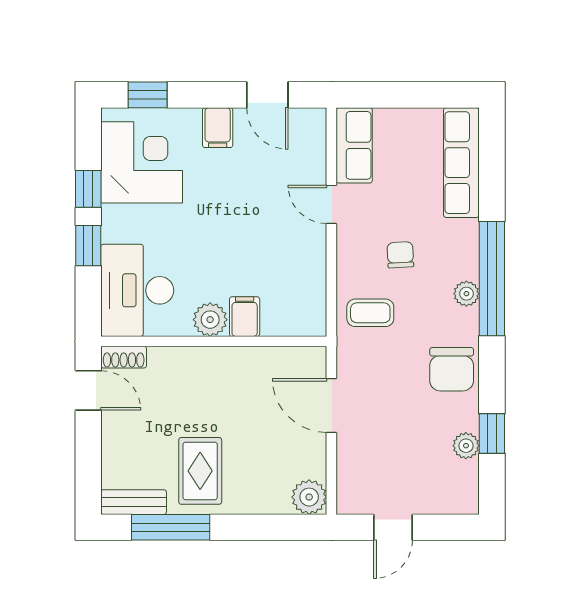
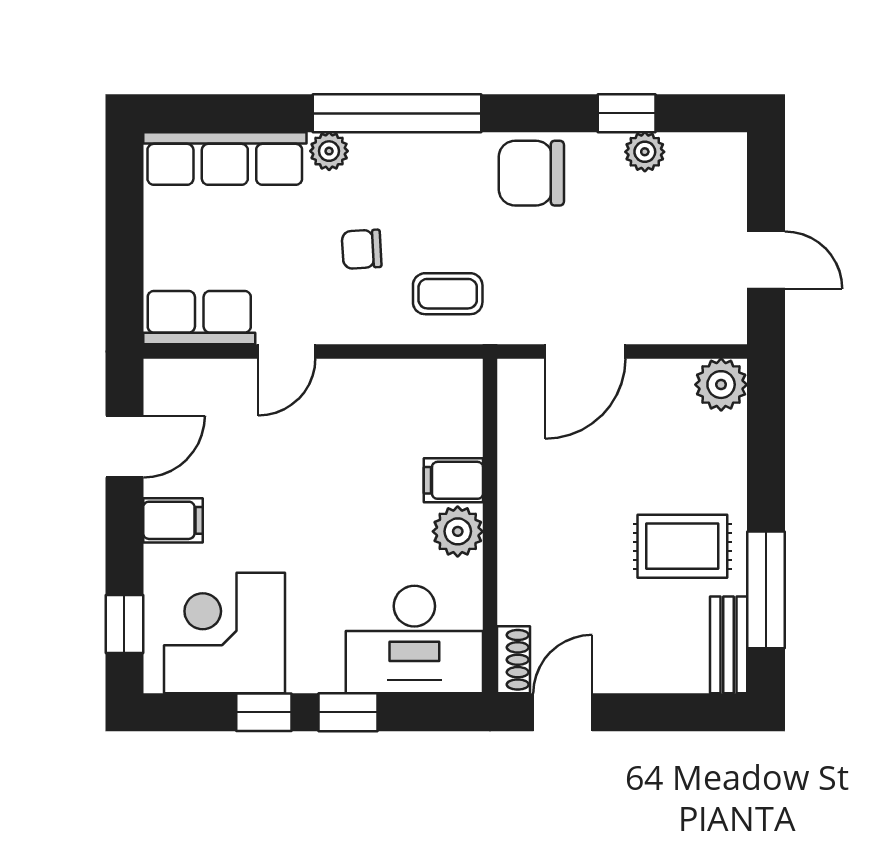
plant: (466, 294) -> (329, 151), moved
coffee table: (370, 313) -> (448, 294), turned 90
chair: (452, 369) -> (531, 173), turned 180

